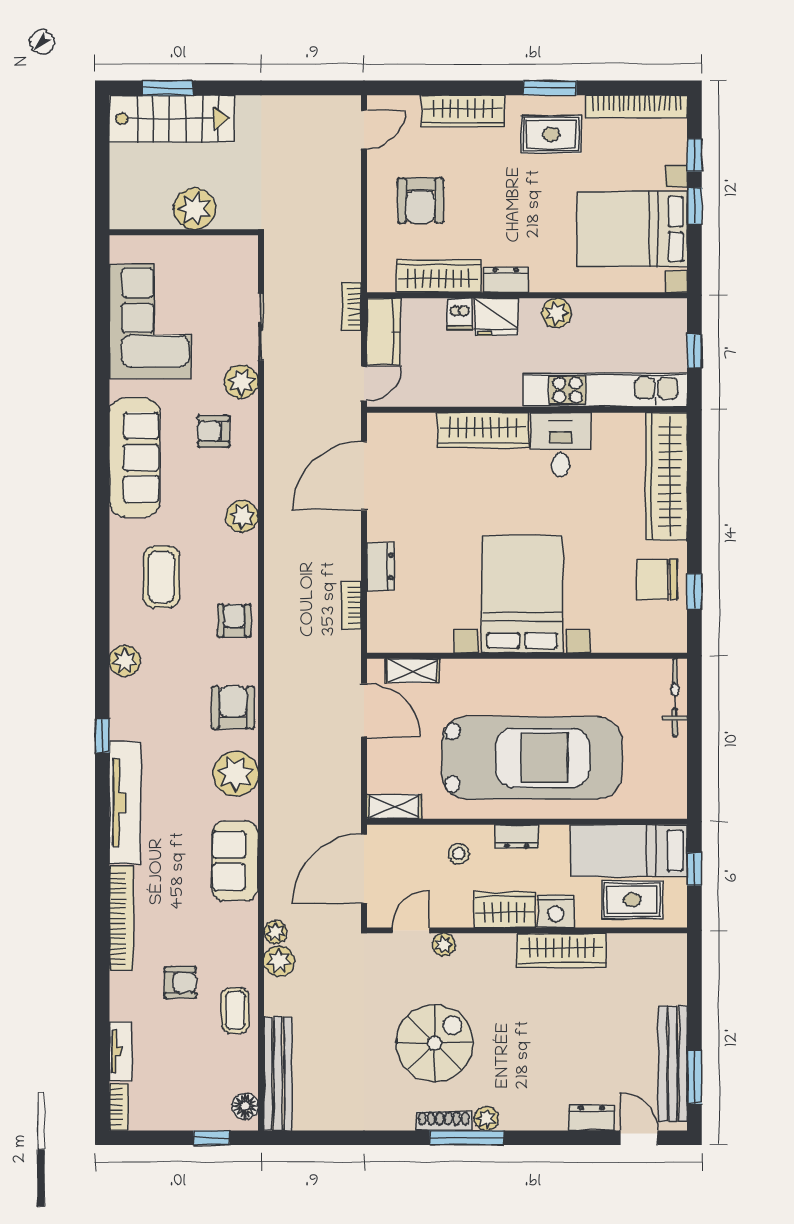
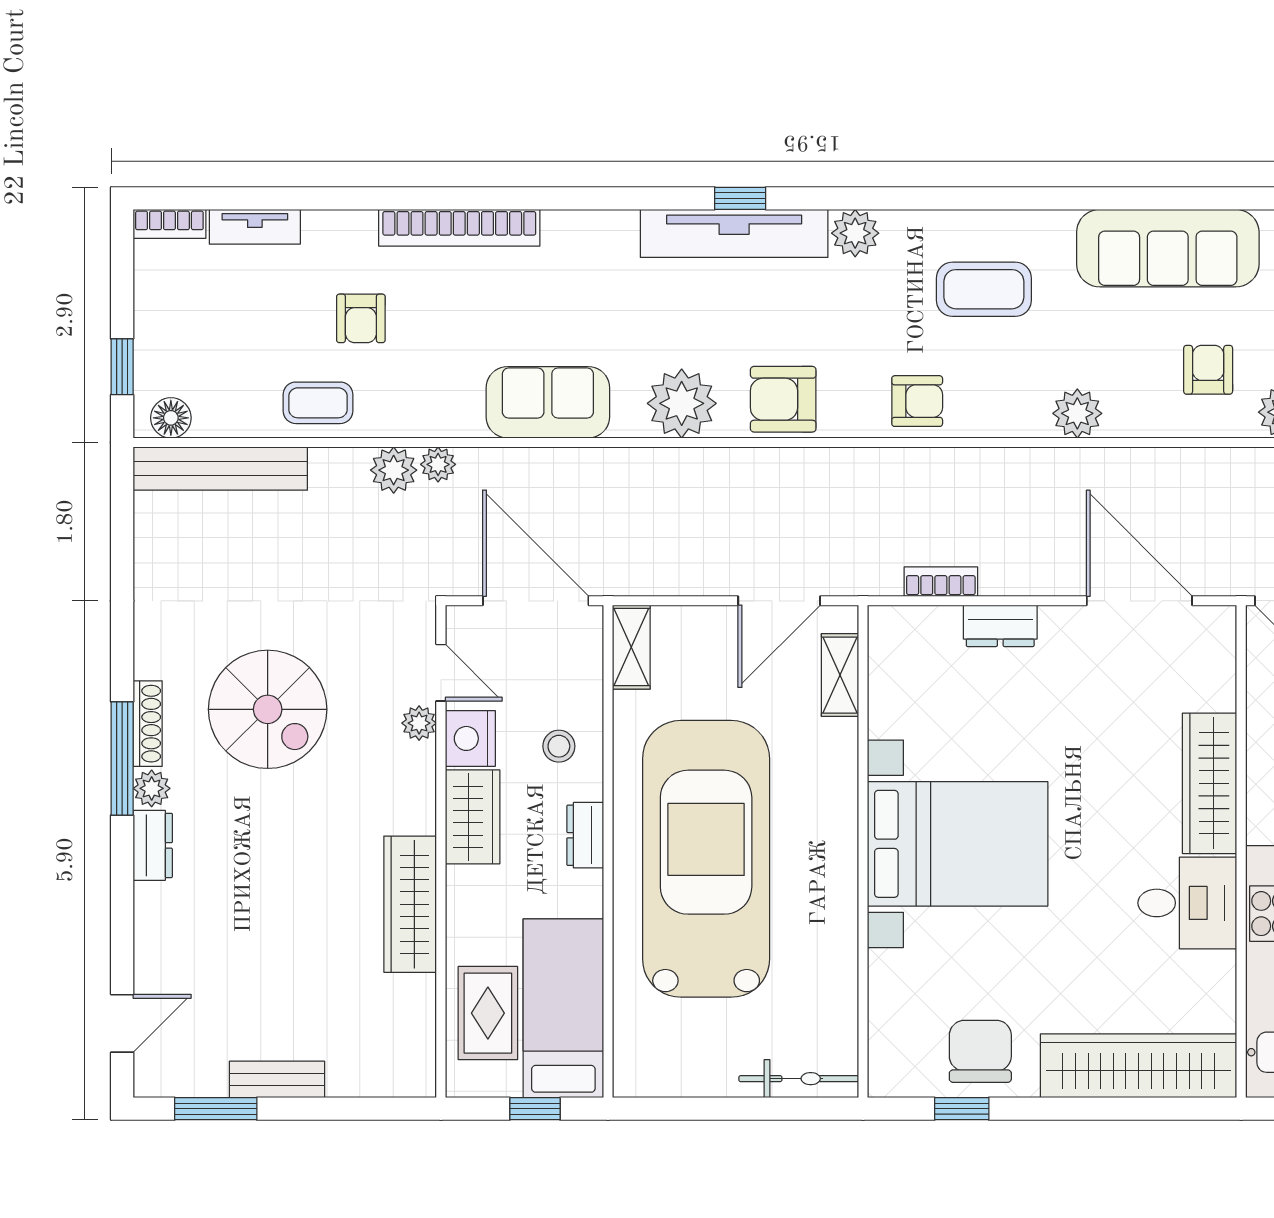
armchair: (233, 708) -> (783, 399), turned 180
car: (532, 758) -> (706, 859), turned 180
tv unit: (125, 803) -> (734, 233), moved
nightstand: (556, 911) -> (470, 738), moved
bench: (673, 1064) -> (277, 1079), width x0.54, depth x0.82
dresser: (592, 1118) -> (153, 845), moved

